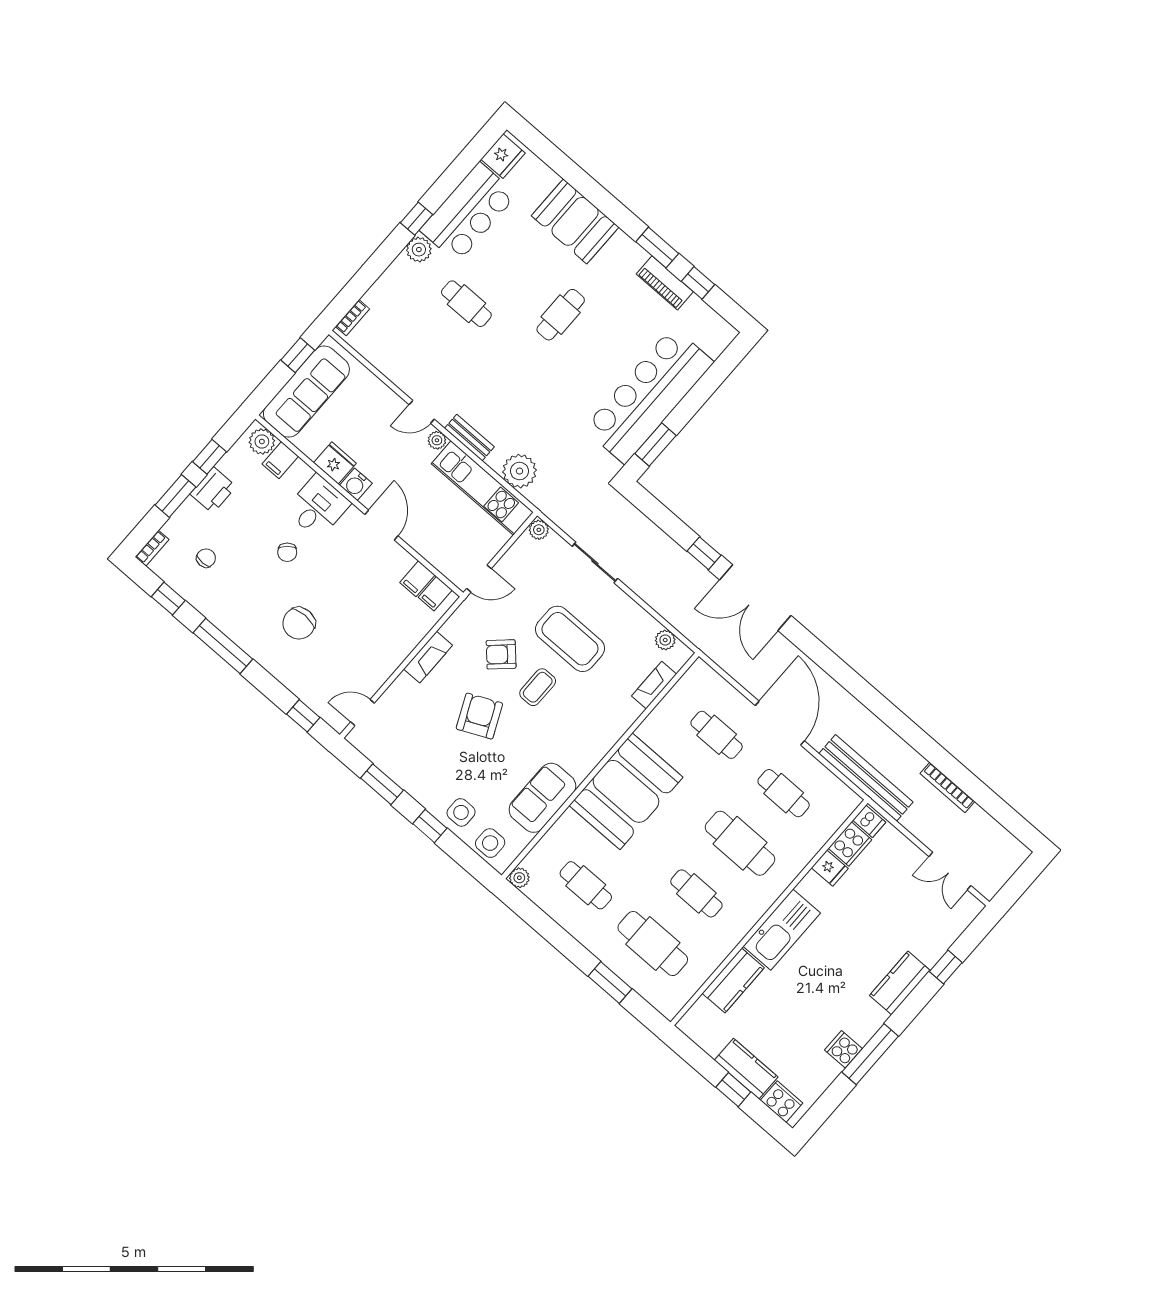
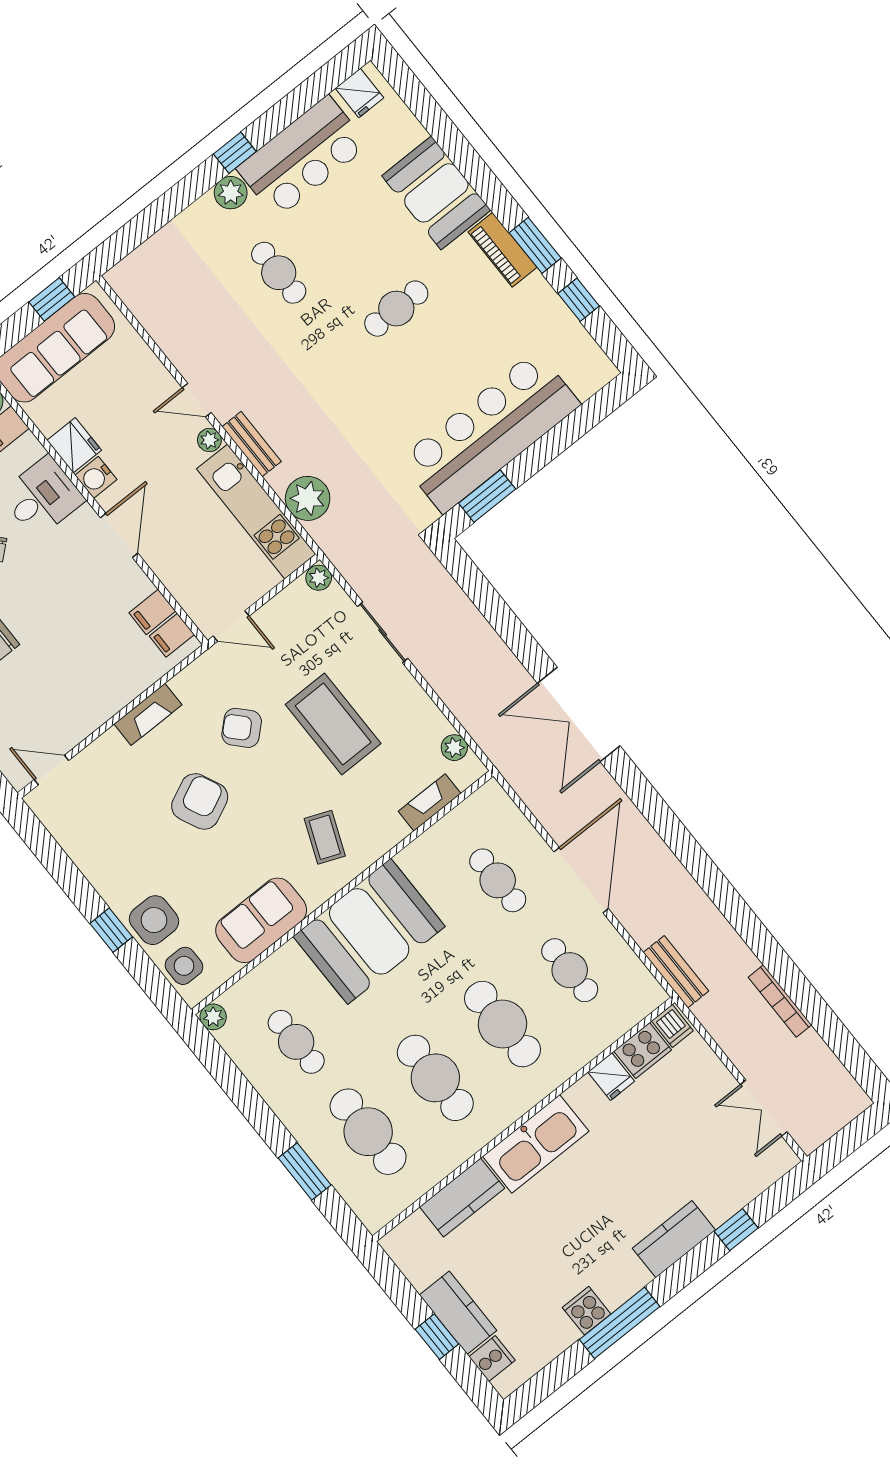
fridge: (503, 156) -> (359, 93), width x0.72
piano: (665, 283) -> (502, 250), moved
bookcase: (352, 318) -> (130, 264), removed
window: (704, 553) -> (524, 646), removed
coffee table: (538, 687) -> (325, 837), moved, turned -68
bench: (866, 778) -> (676, 972), width x0.54, depth x0.82
window: (382, 784) -> (60, 866), removed
side table: (461, 812) -> (154, 920), width x1.37, depth x1.37
cafe table: (696, 893) -> (435, 1078), width x1.37, depth x1.35
cooker: (782, 1102) -> (492, 1359), width x0.73

